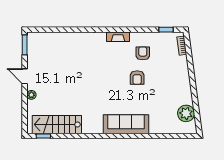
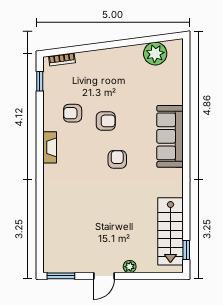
armchair: (109, 86) -> (117, 159), added

